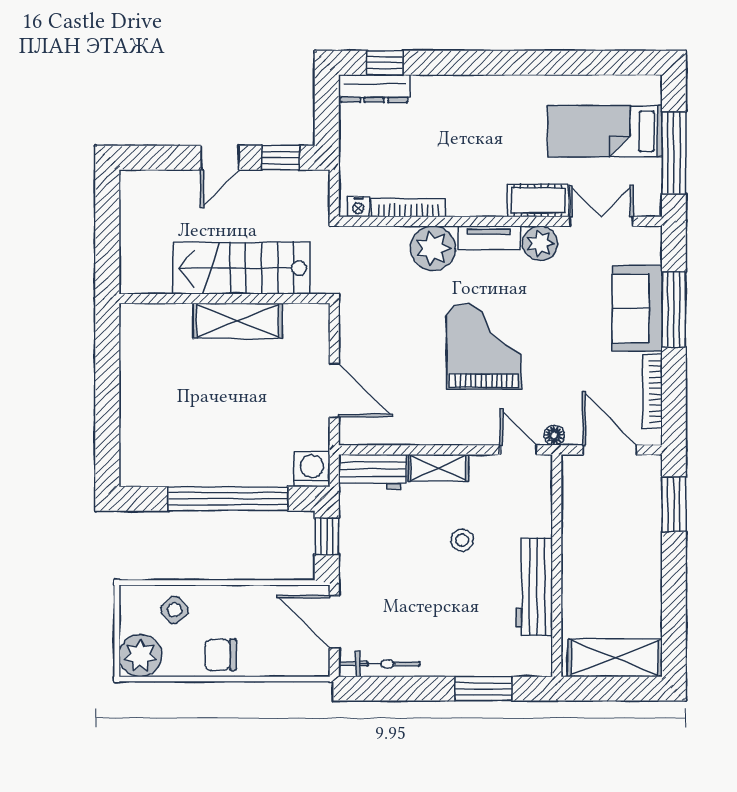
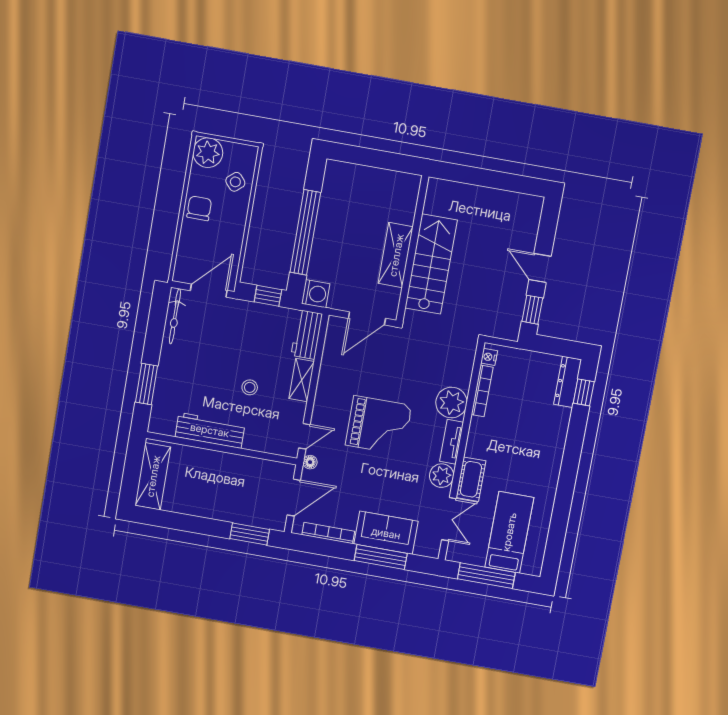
stairs: (241, 268) -> (431, 264), moved
wall: (224, 299) -> (412, 249), moved
shelving: (238, 321) -> (396, 255), moved

